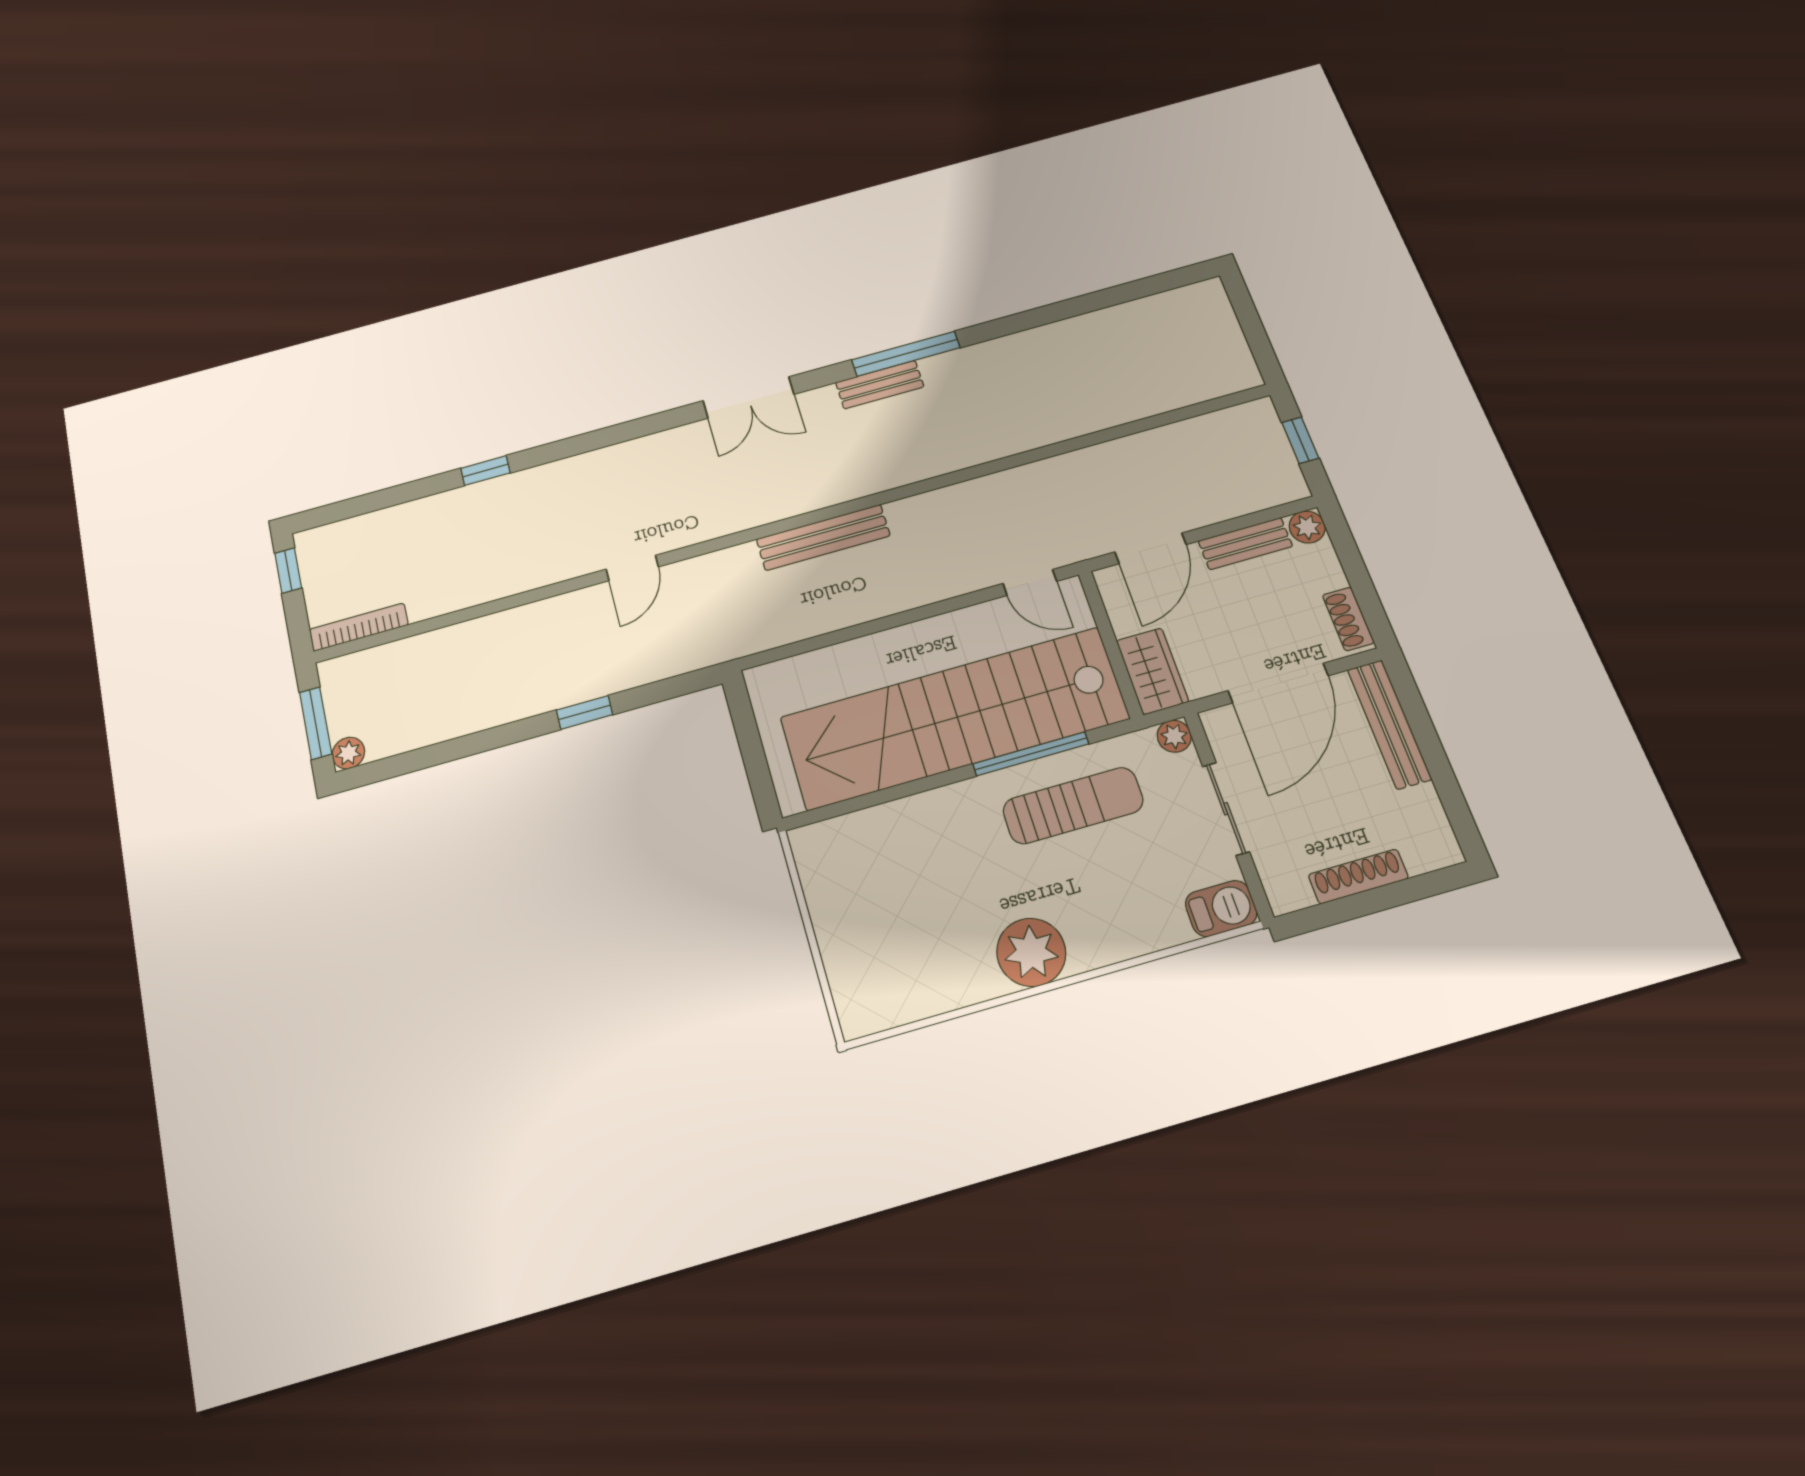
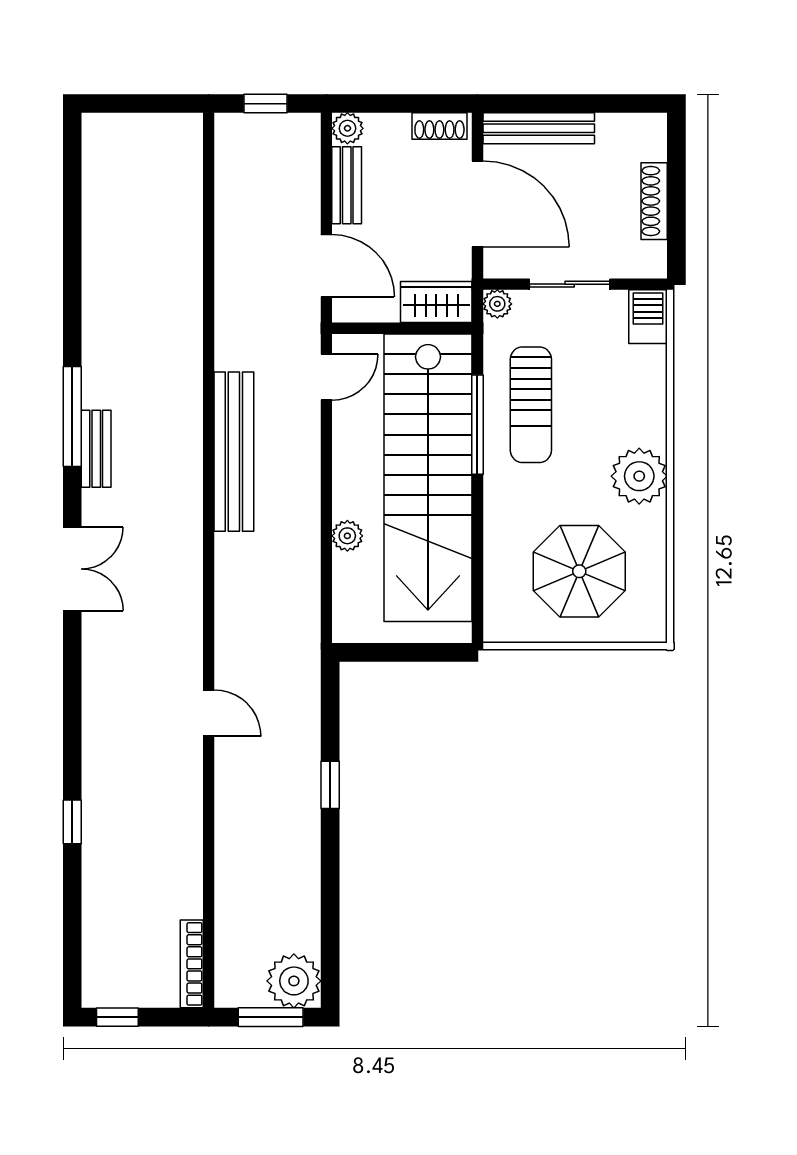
bench: (823, 537) -> (234, 452), moved, width x1.37, depth x1.21
plant: (864, 652) -> (347, 536), added
plant: (348, 753) -> (294, 981), width x1.87, depth x1.87
sun lounger: (1073, 806) -> (531, 405), turned 180
parasol: (899, 915) -> (579, 571), added

